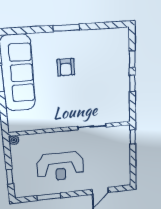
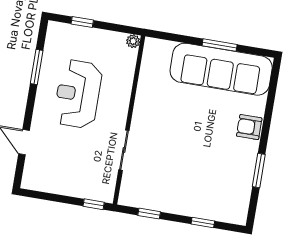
window: (66, 28) -> (259, 170), moved
armchair: (66, 67) -> (249, 127), moved
window: (132, 83) -> (149, 214), moved

